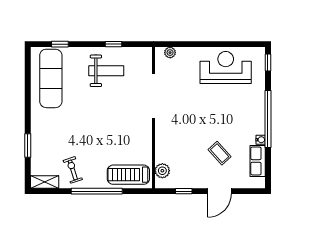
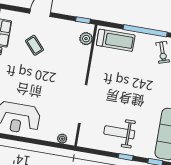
window: (113, 44) -> (126, 157), moved
window: (184, 191) -> (83, 20), moved

